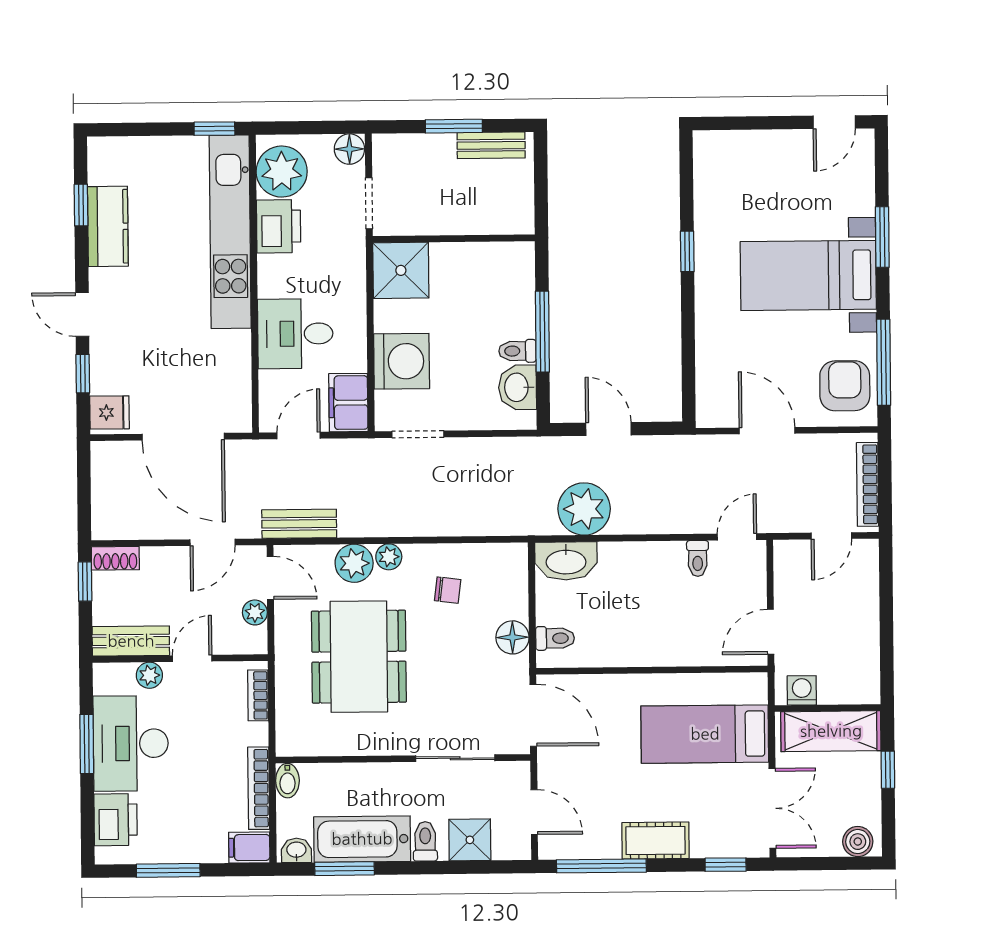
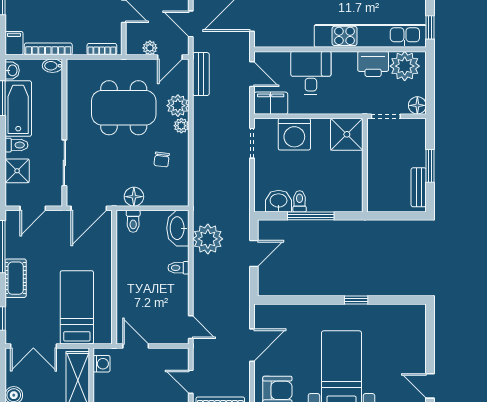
toilet: (698, 558) -> (178, 268), moved

